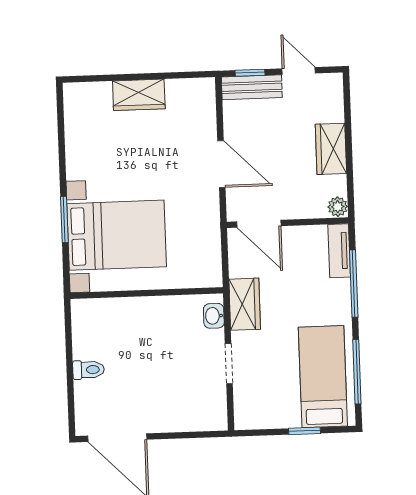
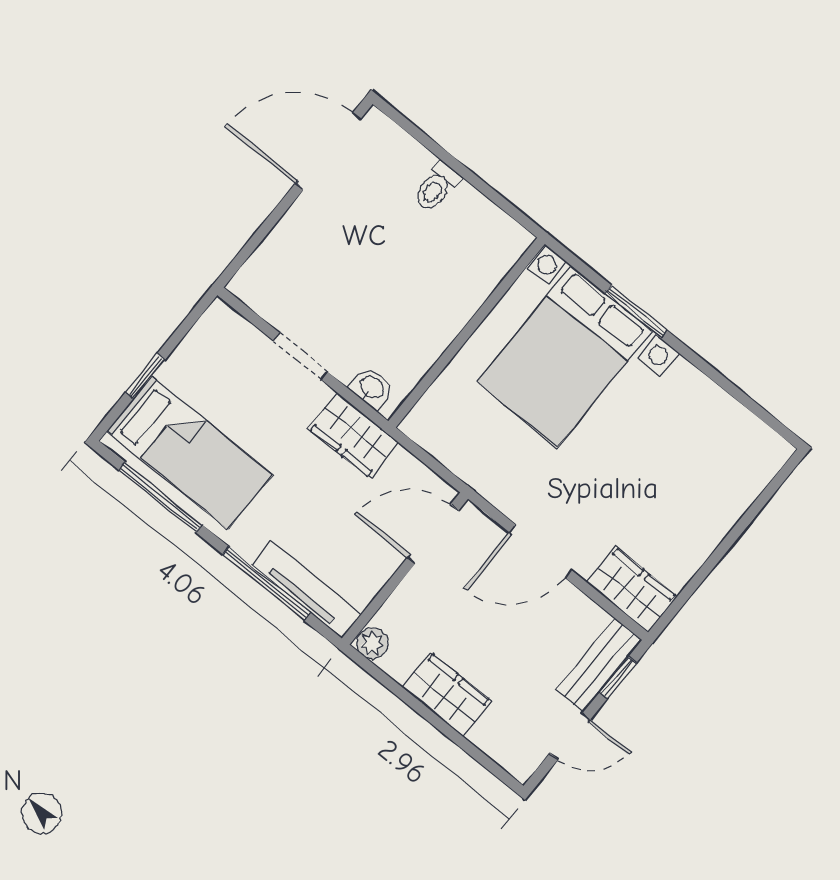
wardrobe: (139, 95) -> (632, 590), moved, turned 90
tv unit: (339, 251) -> (307, 589), width x1.41

